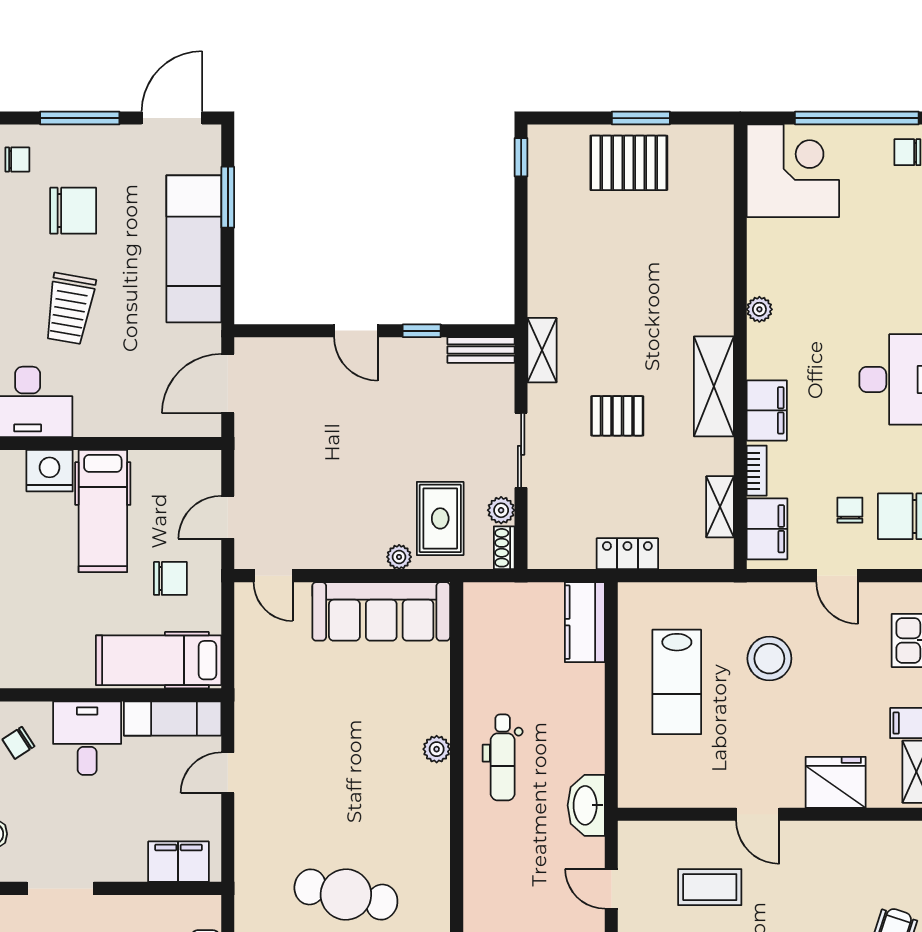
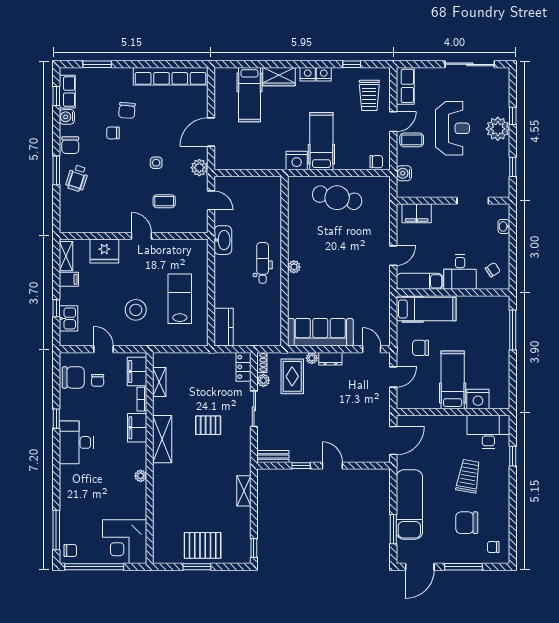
shelving: (542, 350) -> (244, 491), moved
locker: (627, 554) -> (243, 367), moved, turned 90
dresser: (360, 556) -> (330, 359), added
coffee table: (710, 887) -> (164, 201), width x0.73, depth x0.77

